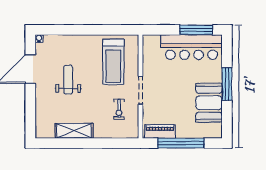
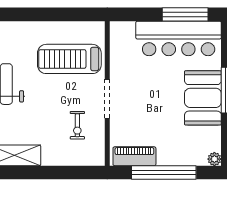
treadmill: (113, 62) -> (69, 59), turned 90
booth: (209, 103) -> (203, 98), moved
plant: (217, 133) -> (214, 159), added

